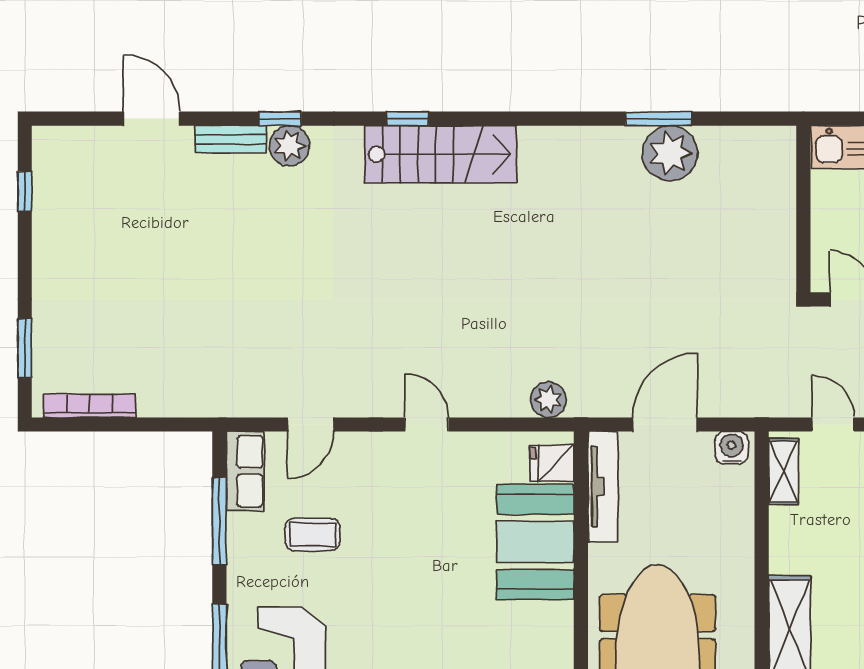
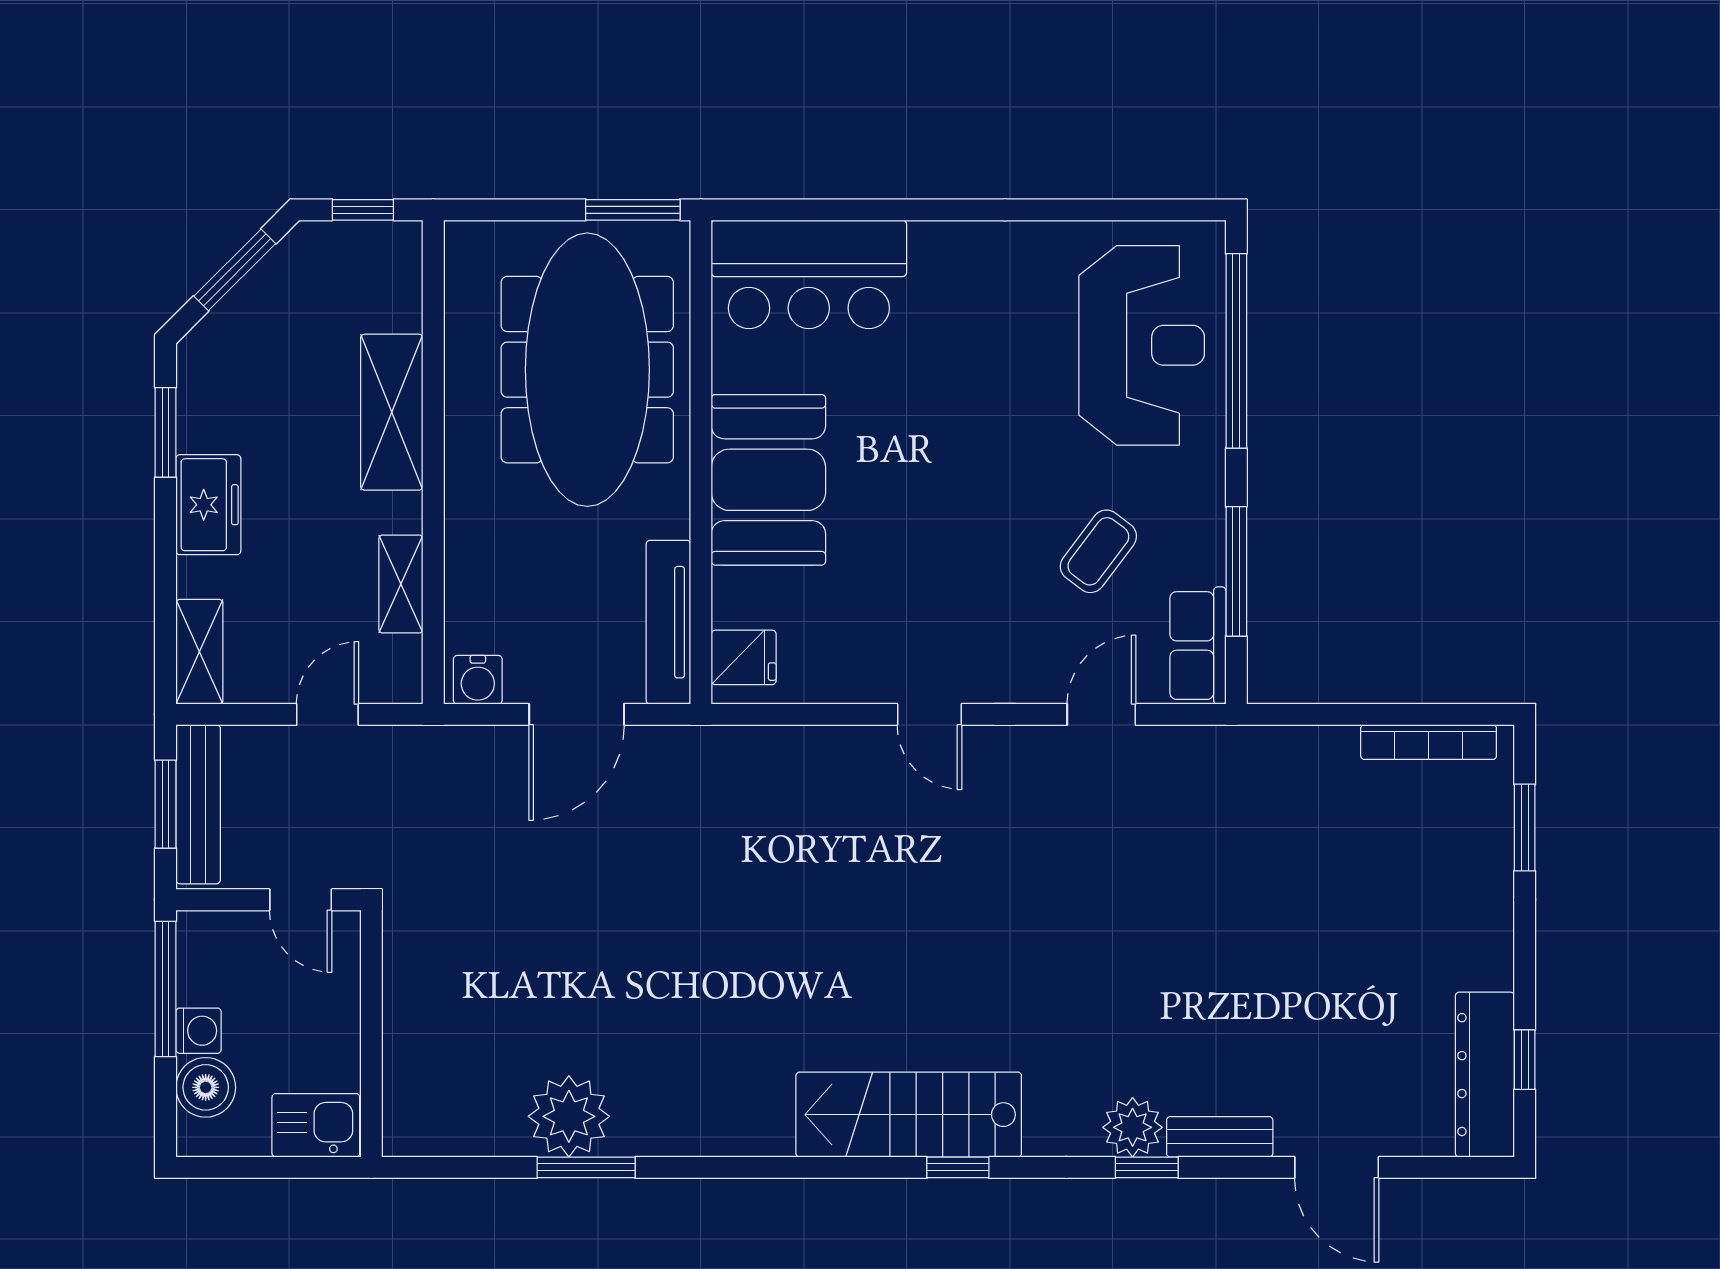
dresser: (52, 181) -> (1485, 1075), added
plant: (548, 400) -> (749, 751), removed
door: (833, 425) -> (327, 714), swing flipped
shelving: (783, 471) -> (401, 584), moved
coffee table: (313, 535) -> (1098, 551), turned -53
booth: (535, 542) -> (768, 480), moved

